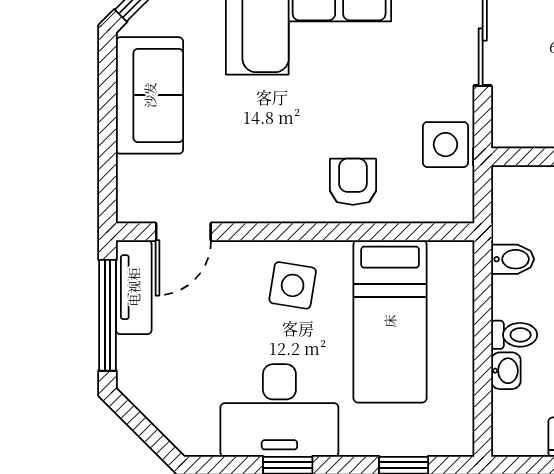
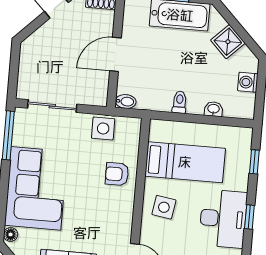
bidet: (513, 259) -> (126, 101), moved, turned 90
toilet: (514, 335) -> (180, 102), moved

